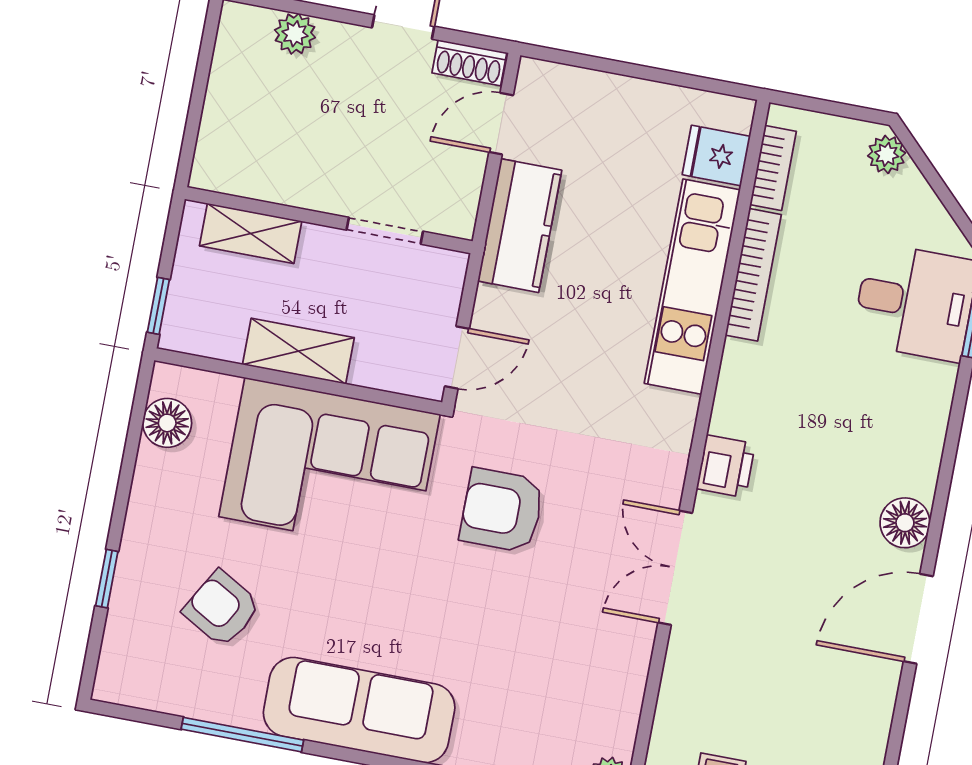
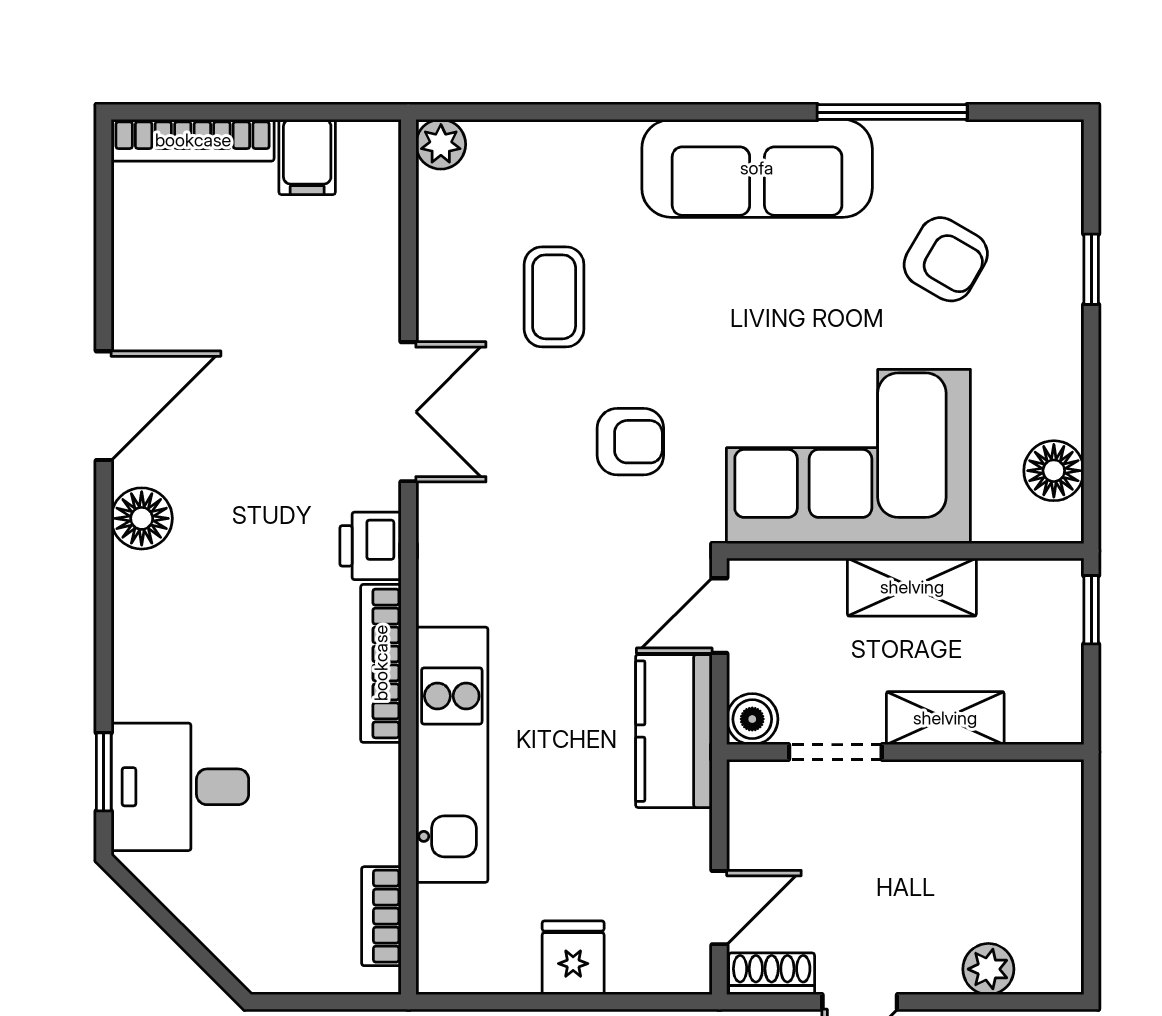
plant: (887, 154) -> (248, 958), removed
fridge: (716, 156) -> (573, 958), moved, turned -90
kitchen counter: (520, 226) -> (674, 731), moved
shelving: (251, 233) -> (945, 718), moved
boiler: (446, 270) -> (752, 719), added
bookcase: (753, 275) -> (381, 663), moved
armchair: (502, 510) -> (630, 442), width x0.72, depth x0.72
coffee table: (541, 638) -> (554, 297), added

